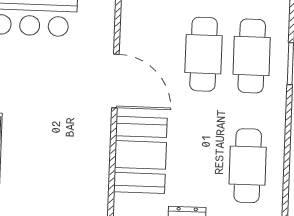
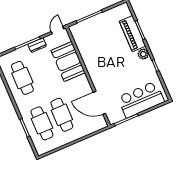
door: (115, 81) -> (99, 103), moved

